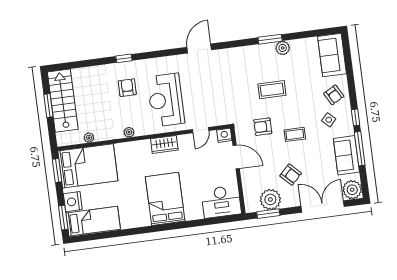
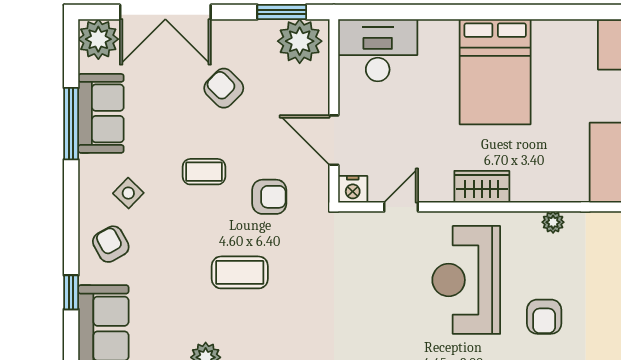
reception desk: (166, 100) -> (466, 280), turned 180
window: (356, 117) -> (71, 292), moved
plant: (270, 199) -> (300, 41), moved

